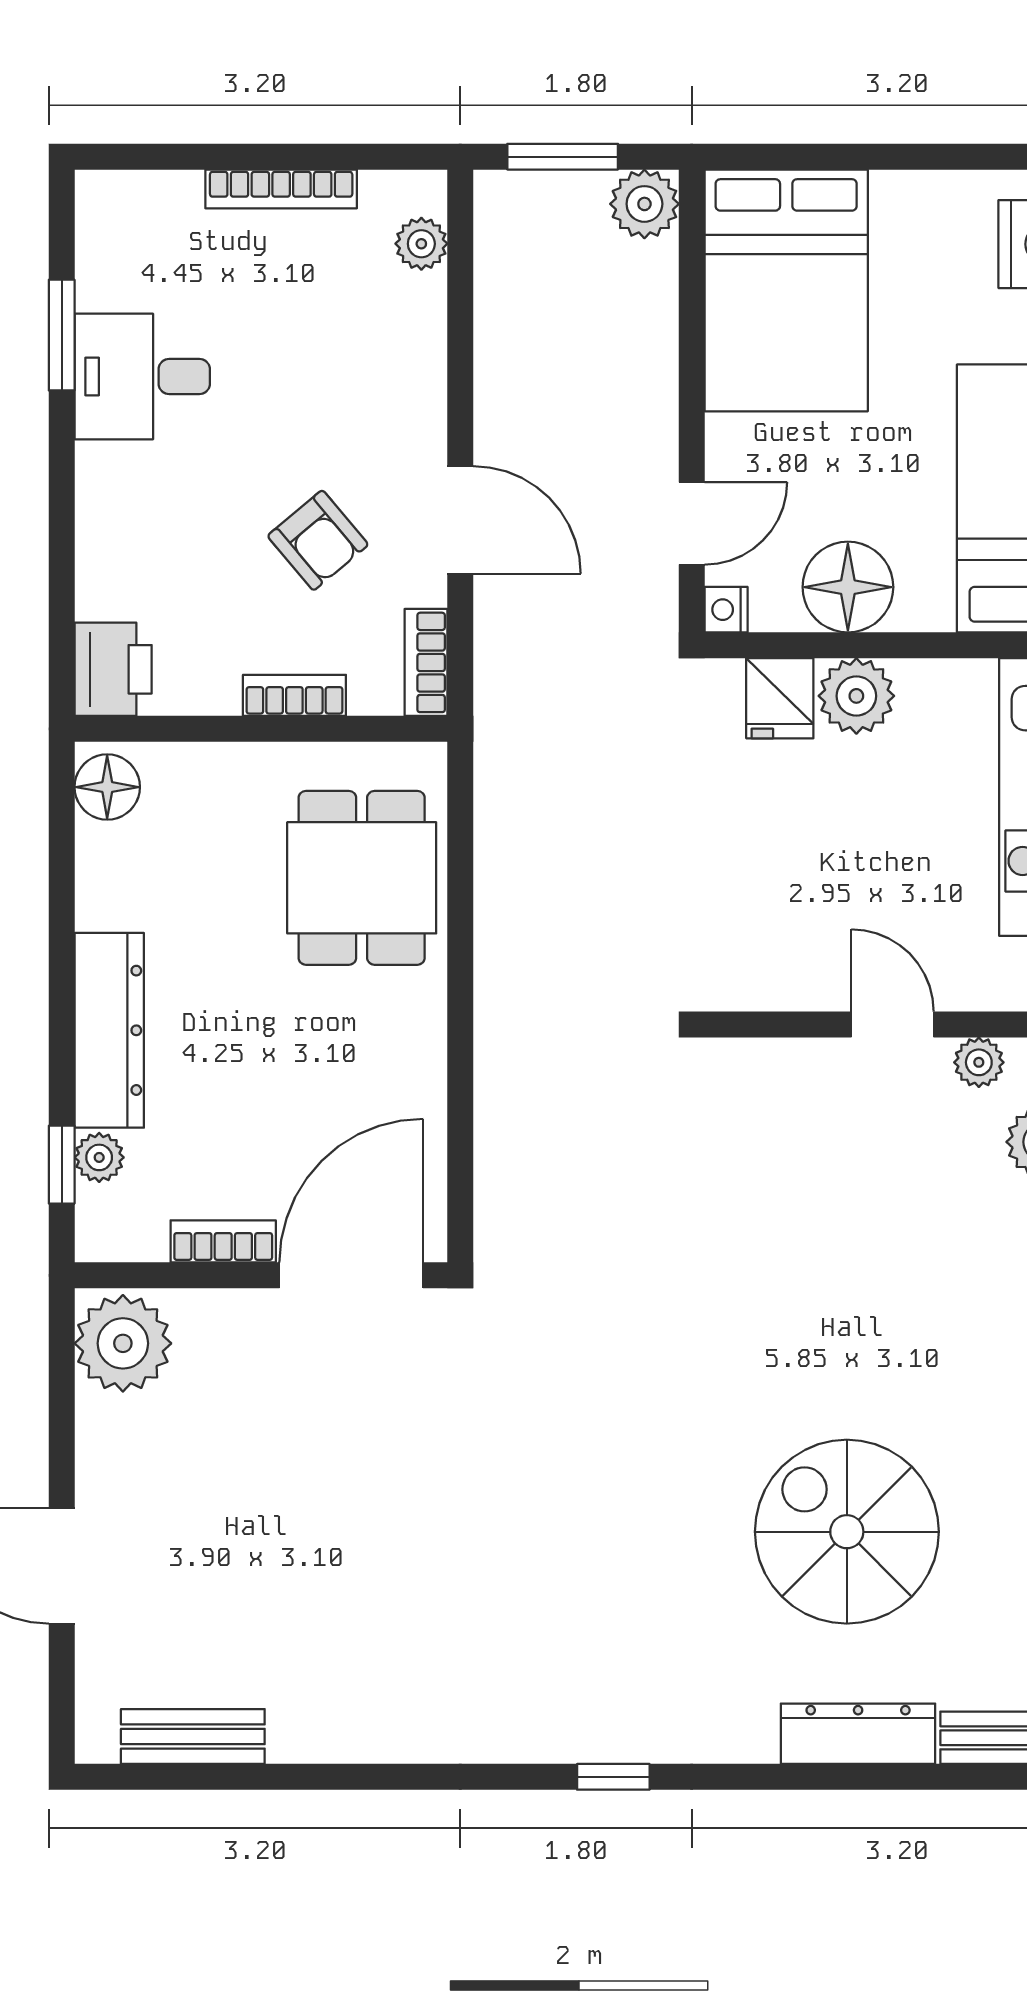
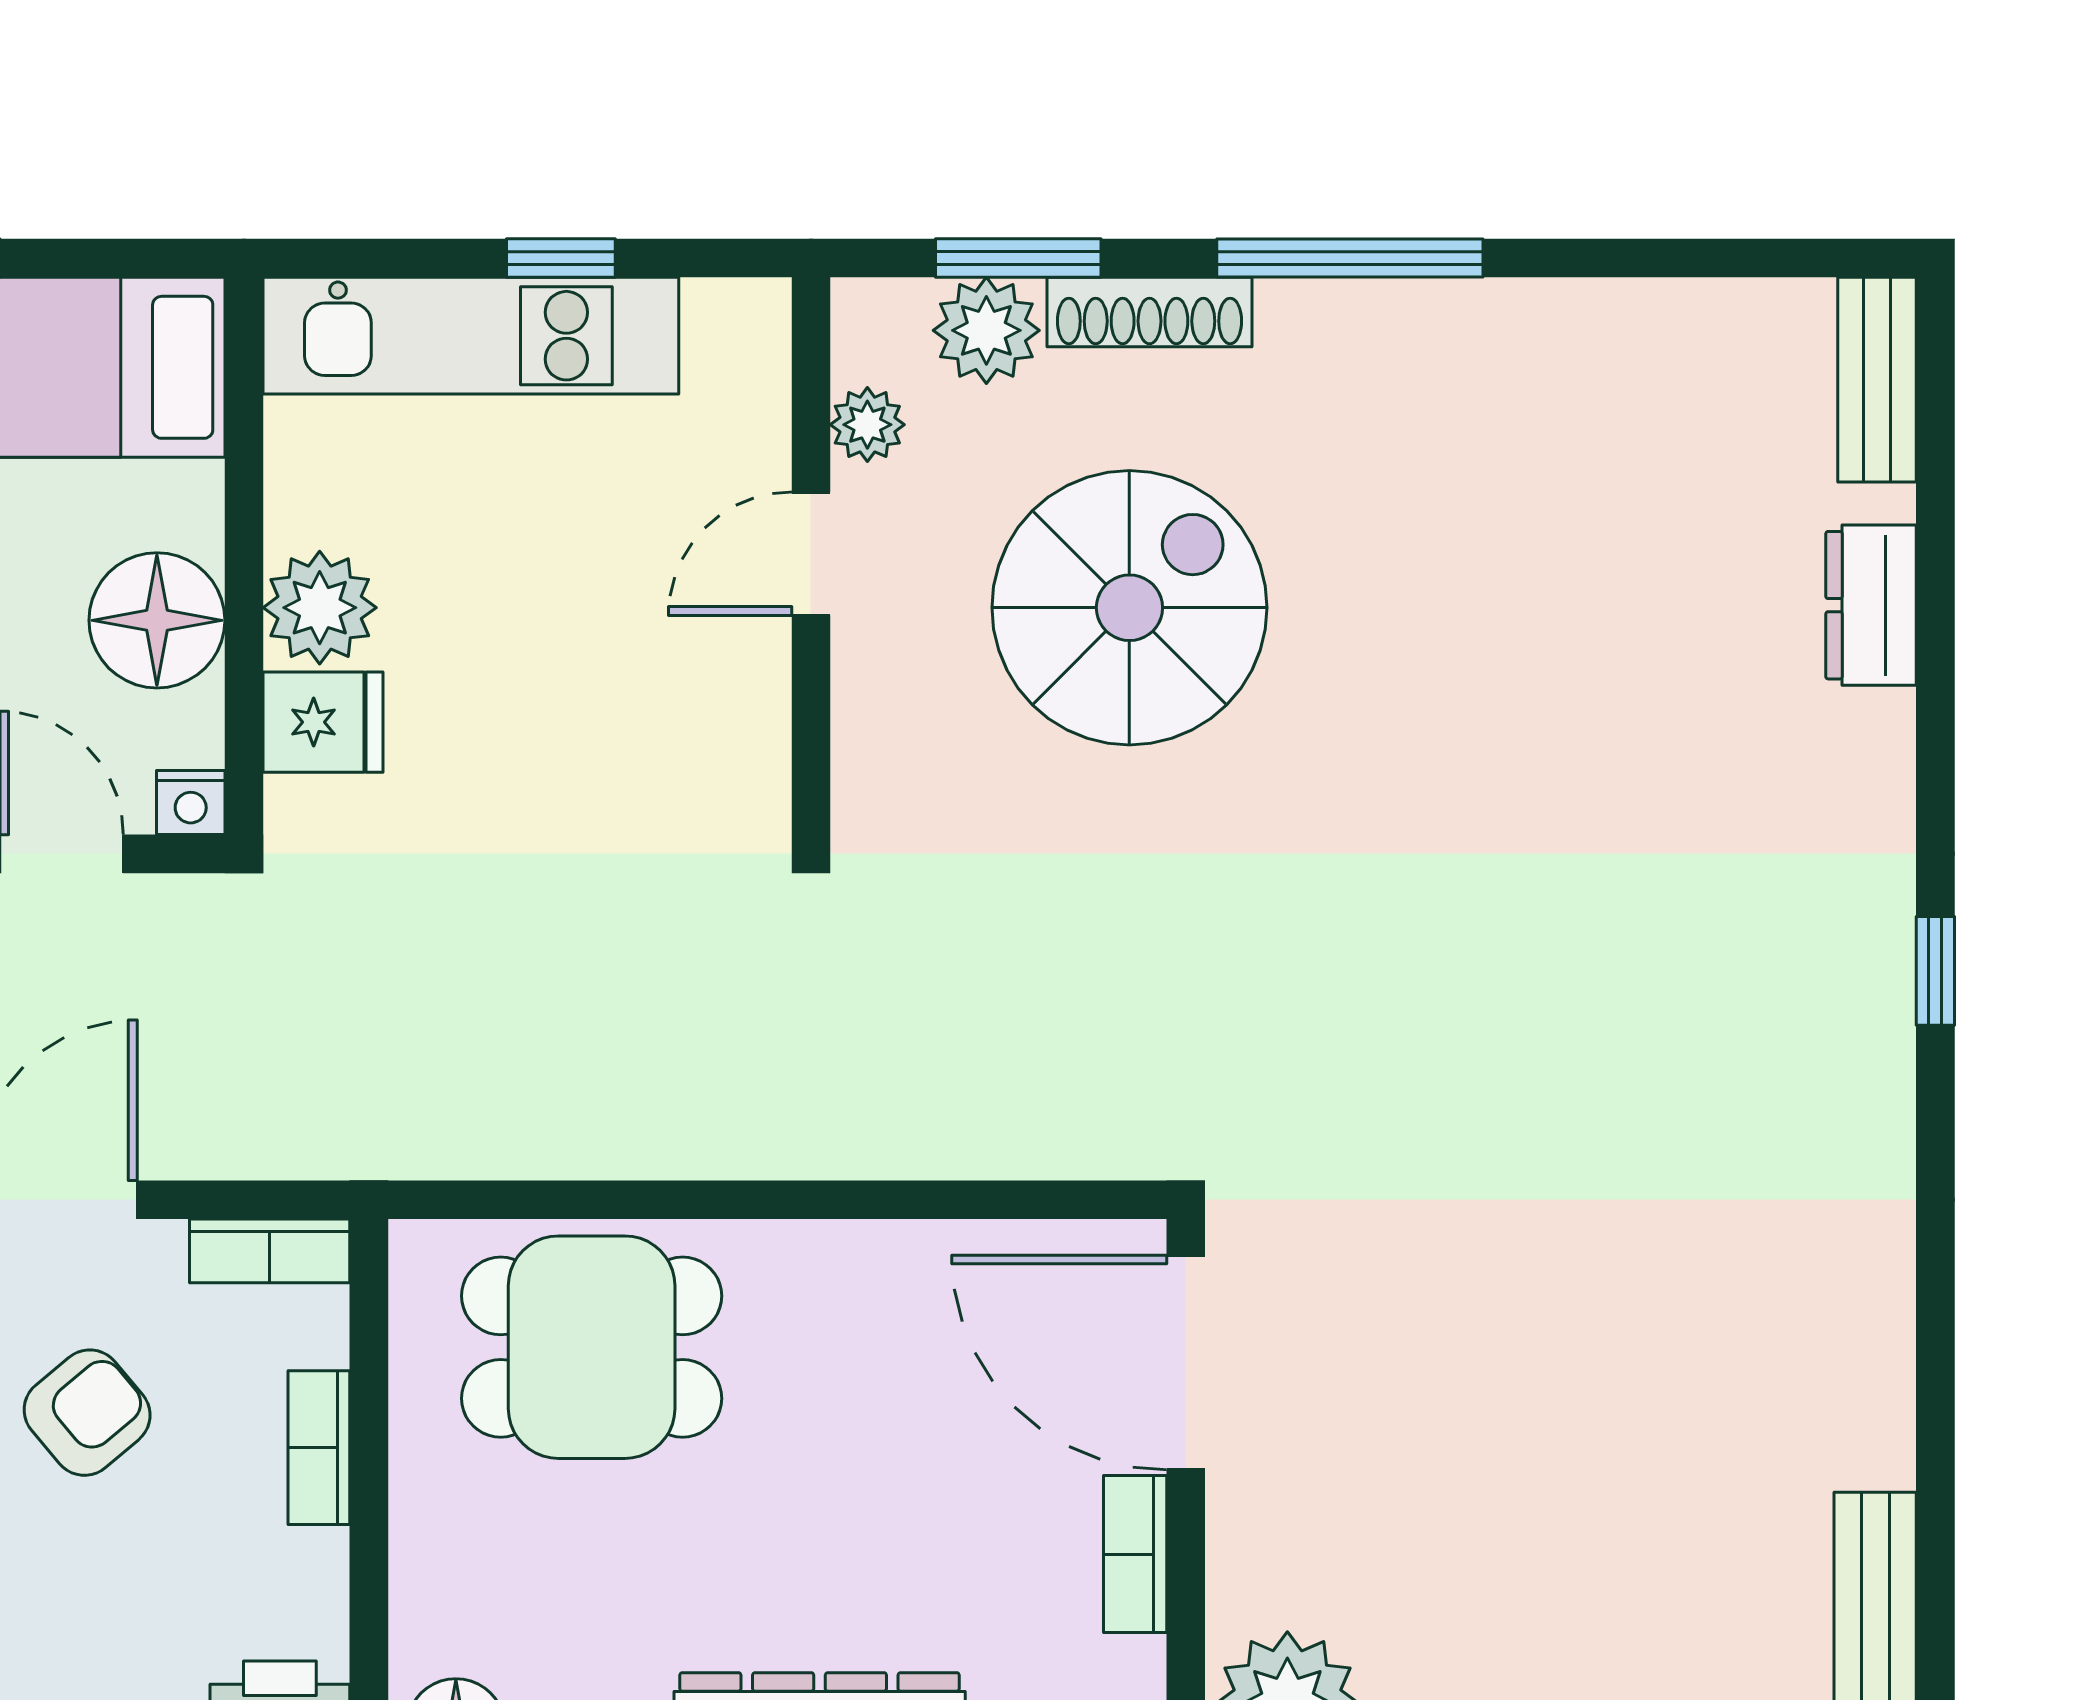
spiral stairs: (847, 1532) -> (1129, 608), moved, turned 180
dresser: (858, 1734) -> (1871, 605), width x0.70

